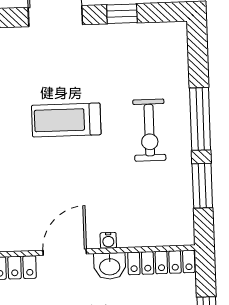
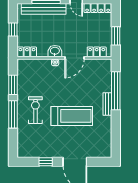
treadmill: (66, 120) -> (72, 116), width x1.37, depth x1.38
locker: (161, 262) -> (27, 52), width x0.66

